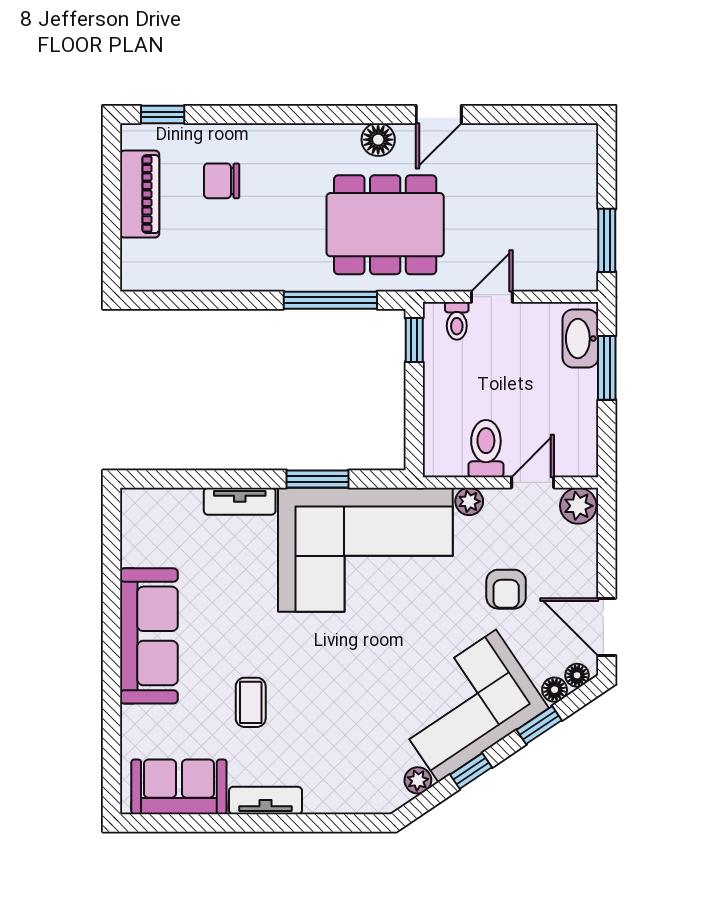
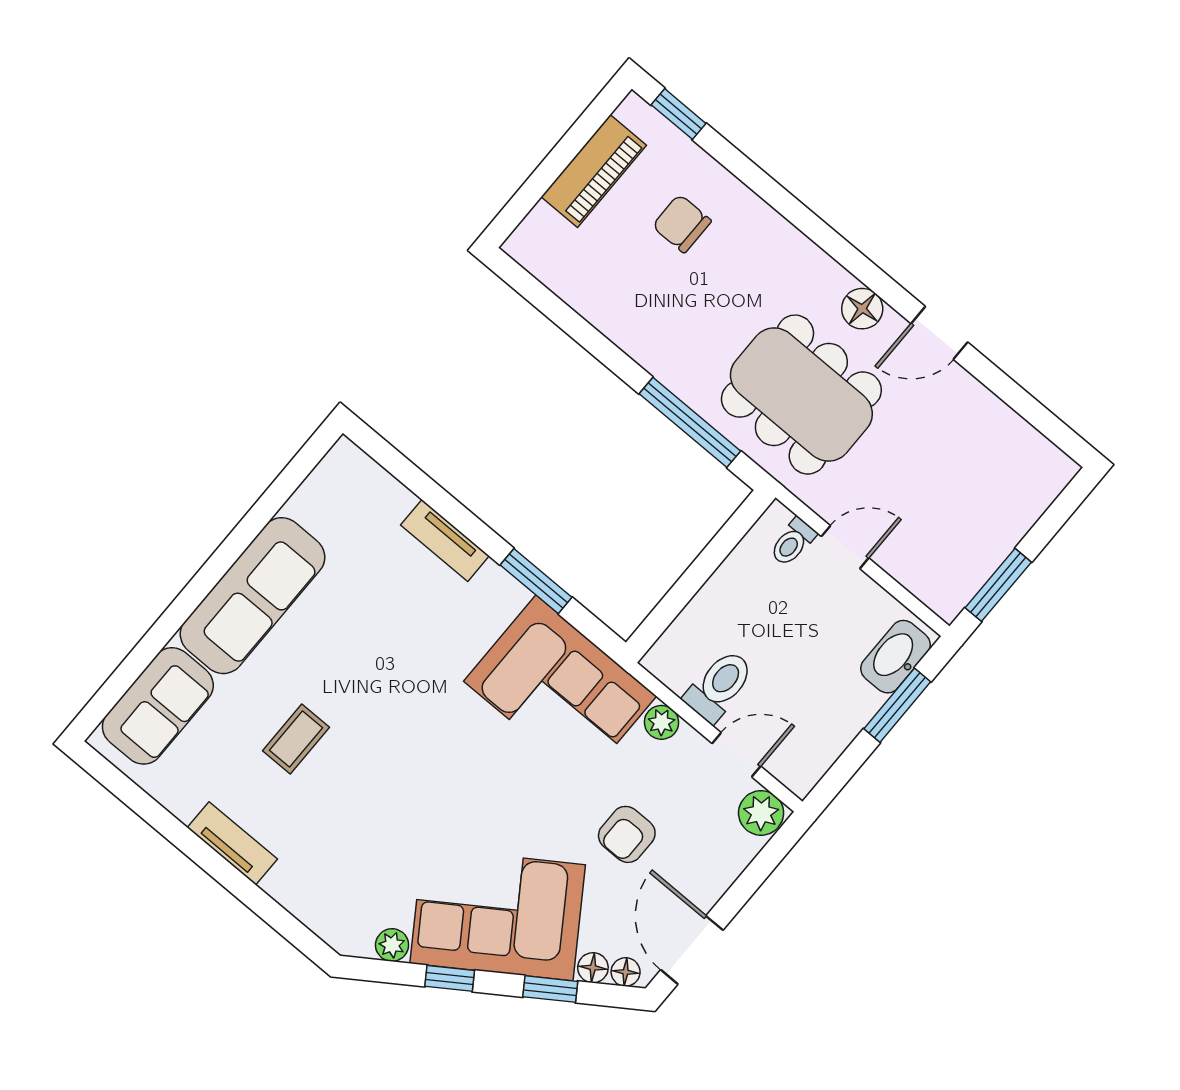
window: (414, 340) -> (737, 526), removed
corner sofa: (365, 550) -> (560, 689), width x0.73, depth x0.74
sofa: (179, 787) -> (158, 706), moved, turned 90

